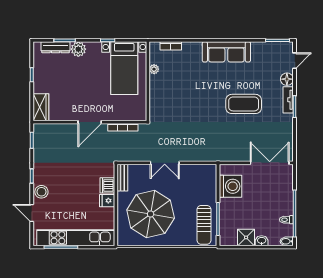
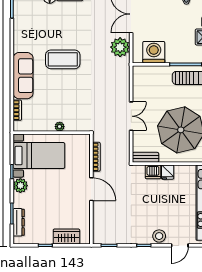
plant: (78, 49) -> (20, 186), moved
sofa: (226, 52) -> (23, 76), moved
plant: (154, 69) -> (60, 127), moved
coffee table: (244, 104) -> (63, 59), moved, turned 90
wardrobe: (41, 107) -> (66, 237), moved
plant: (236, 152) -> (120, 47), added

